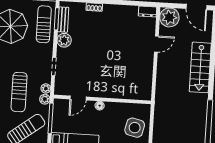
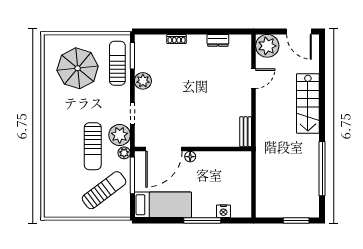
dresser: (148, 11) -> (218, 40), moved
bench: (63, 20) -> (246, 132), moved
plant: (46, 88) -> (120, 135), width x1.88, depth x1.88
door: (78, 98) -> (164, 149), width x1.88
side table: (135, 128) -> (234, 180), removed

